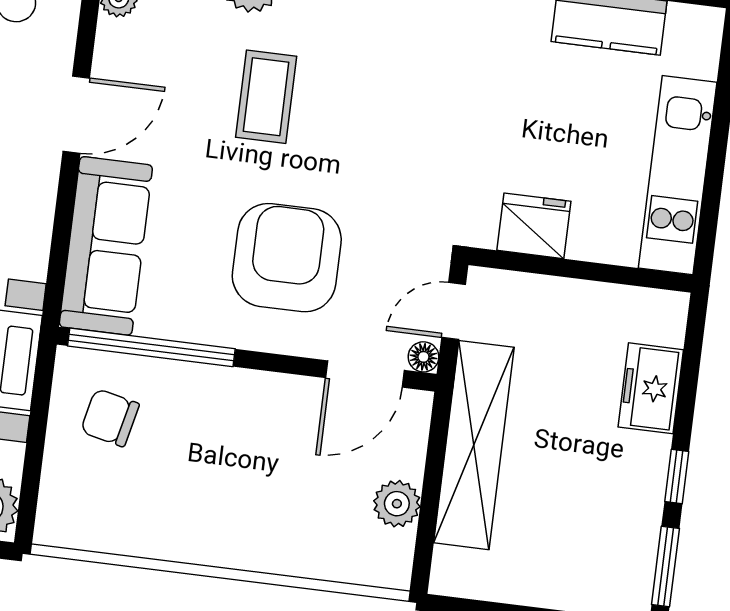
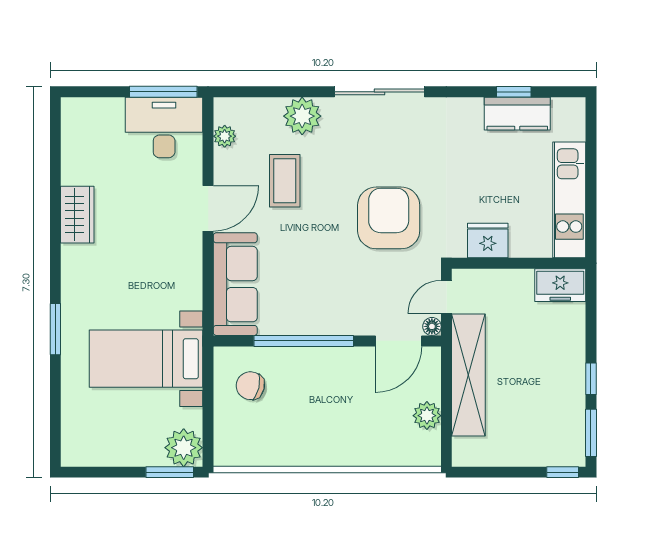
coffee table: (266, 97) -> (285, 181), moved
armchair: (287, 258) -> (389, 218), moved
window: (151, 347) -> (304, 341), moved
freezer: (651, 388) -> (560, 285), moved, turned -90

